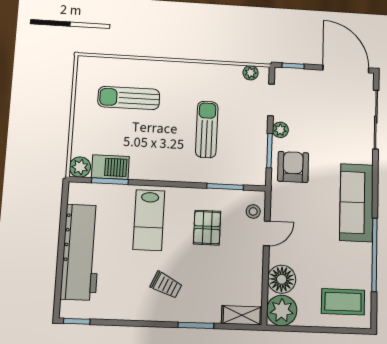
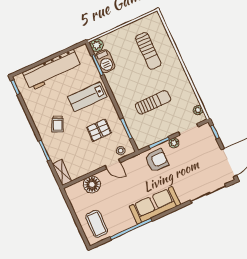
sun lounger: (129, 98) -> (148, 51), turned 180
plant: (282, 310) -> (75, 193), removed

